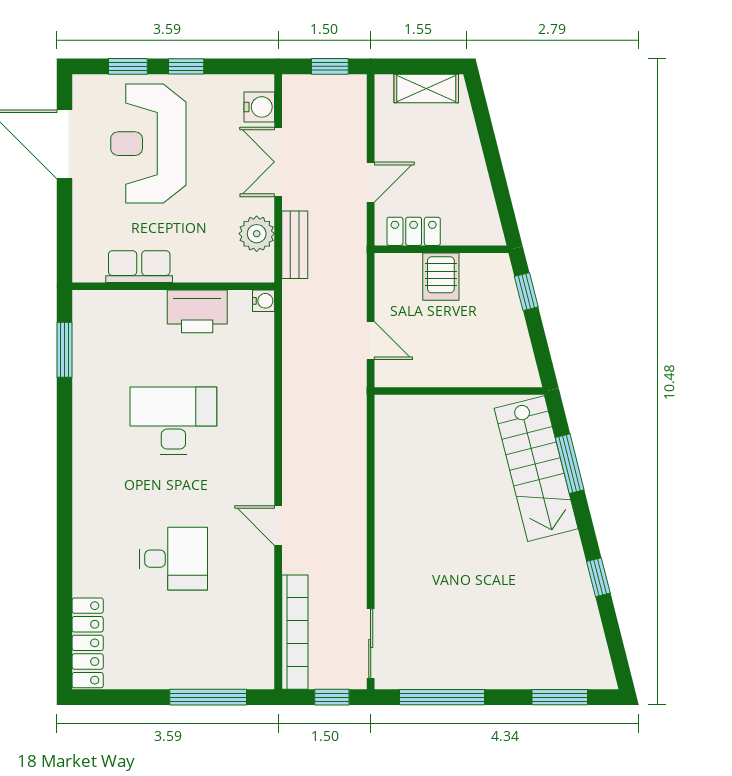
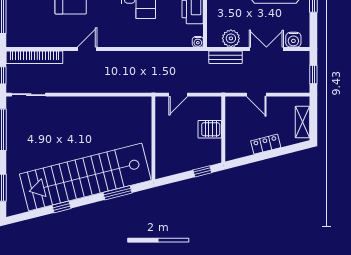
locker: (414, 231) -> (266, 144), moved, turned -104
stairs: (536, 469) -> (85, 177), width x1.86, depth x1.51

